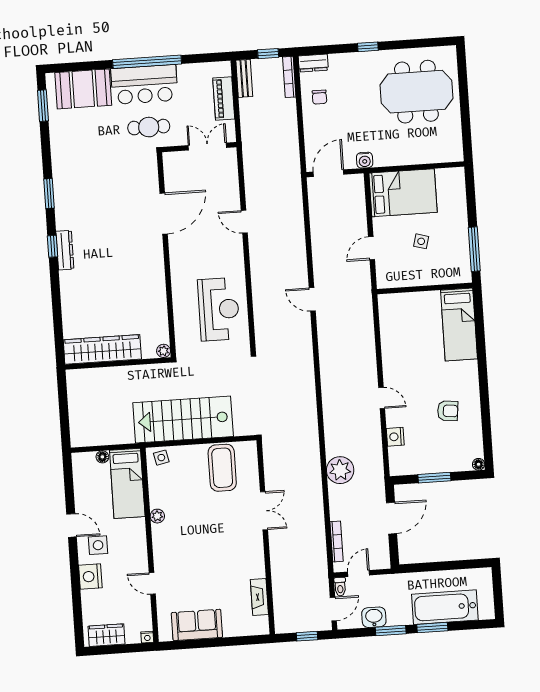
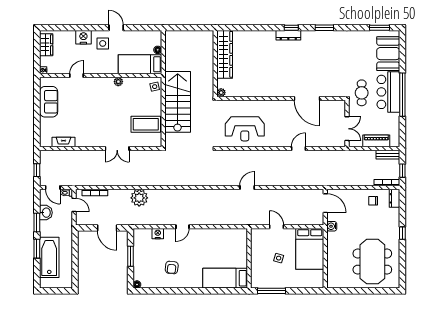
door: (72, 525) -> (116, 28), swing flipped

